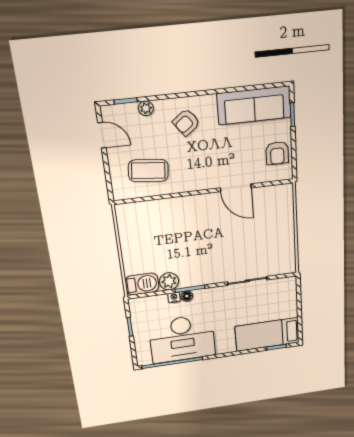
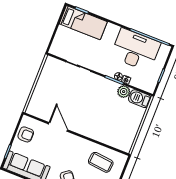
armchair: (277, 153) -> (26, 134), turned 90

